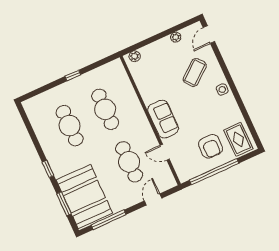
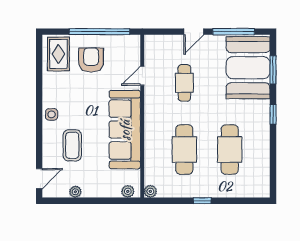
plant: (117, 64) -> (150, 191), added
coffee table: (195, 72) -> (72, 145), turned -51
sofa: (163, 119) -> (125, 130), width x1.85, depth x1.27
door: (165, 152) -> (142, 76), swing flipped
cafe table: (129, 162) -> (184, 83), width x0.73, depth x0.74
door: (153, 200) -> (194, 32), moved

